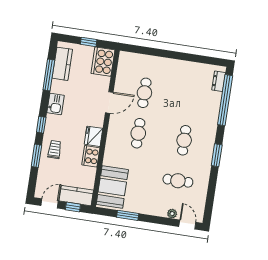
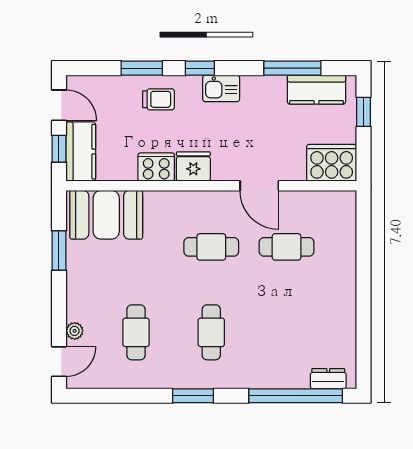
window: (89, 42) -> (364, 112), moved
kitchen sink: (56, 104) -> (221, 88), moved
cafe table: (184, 140) -> (211, 332), turned 90

